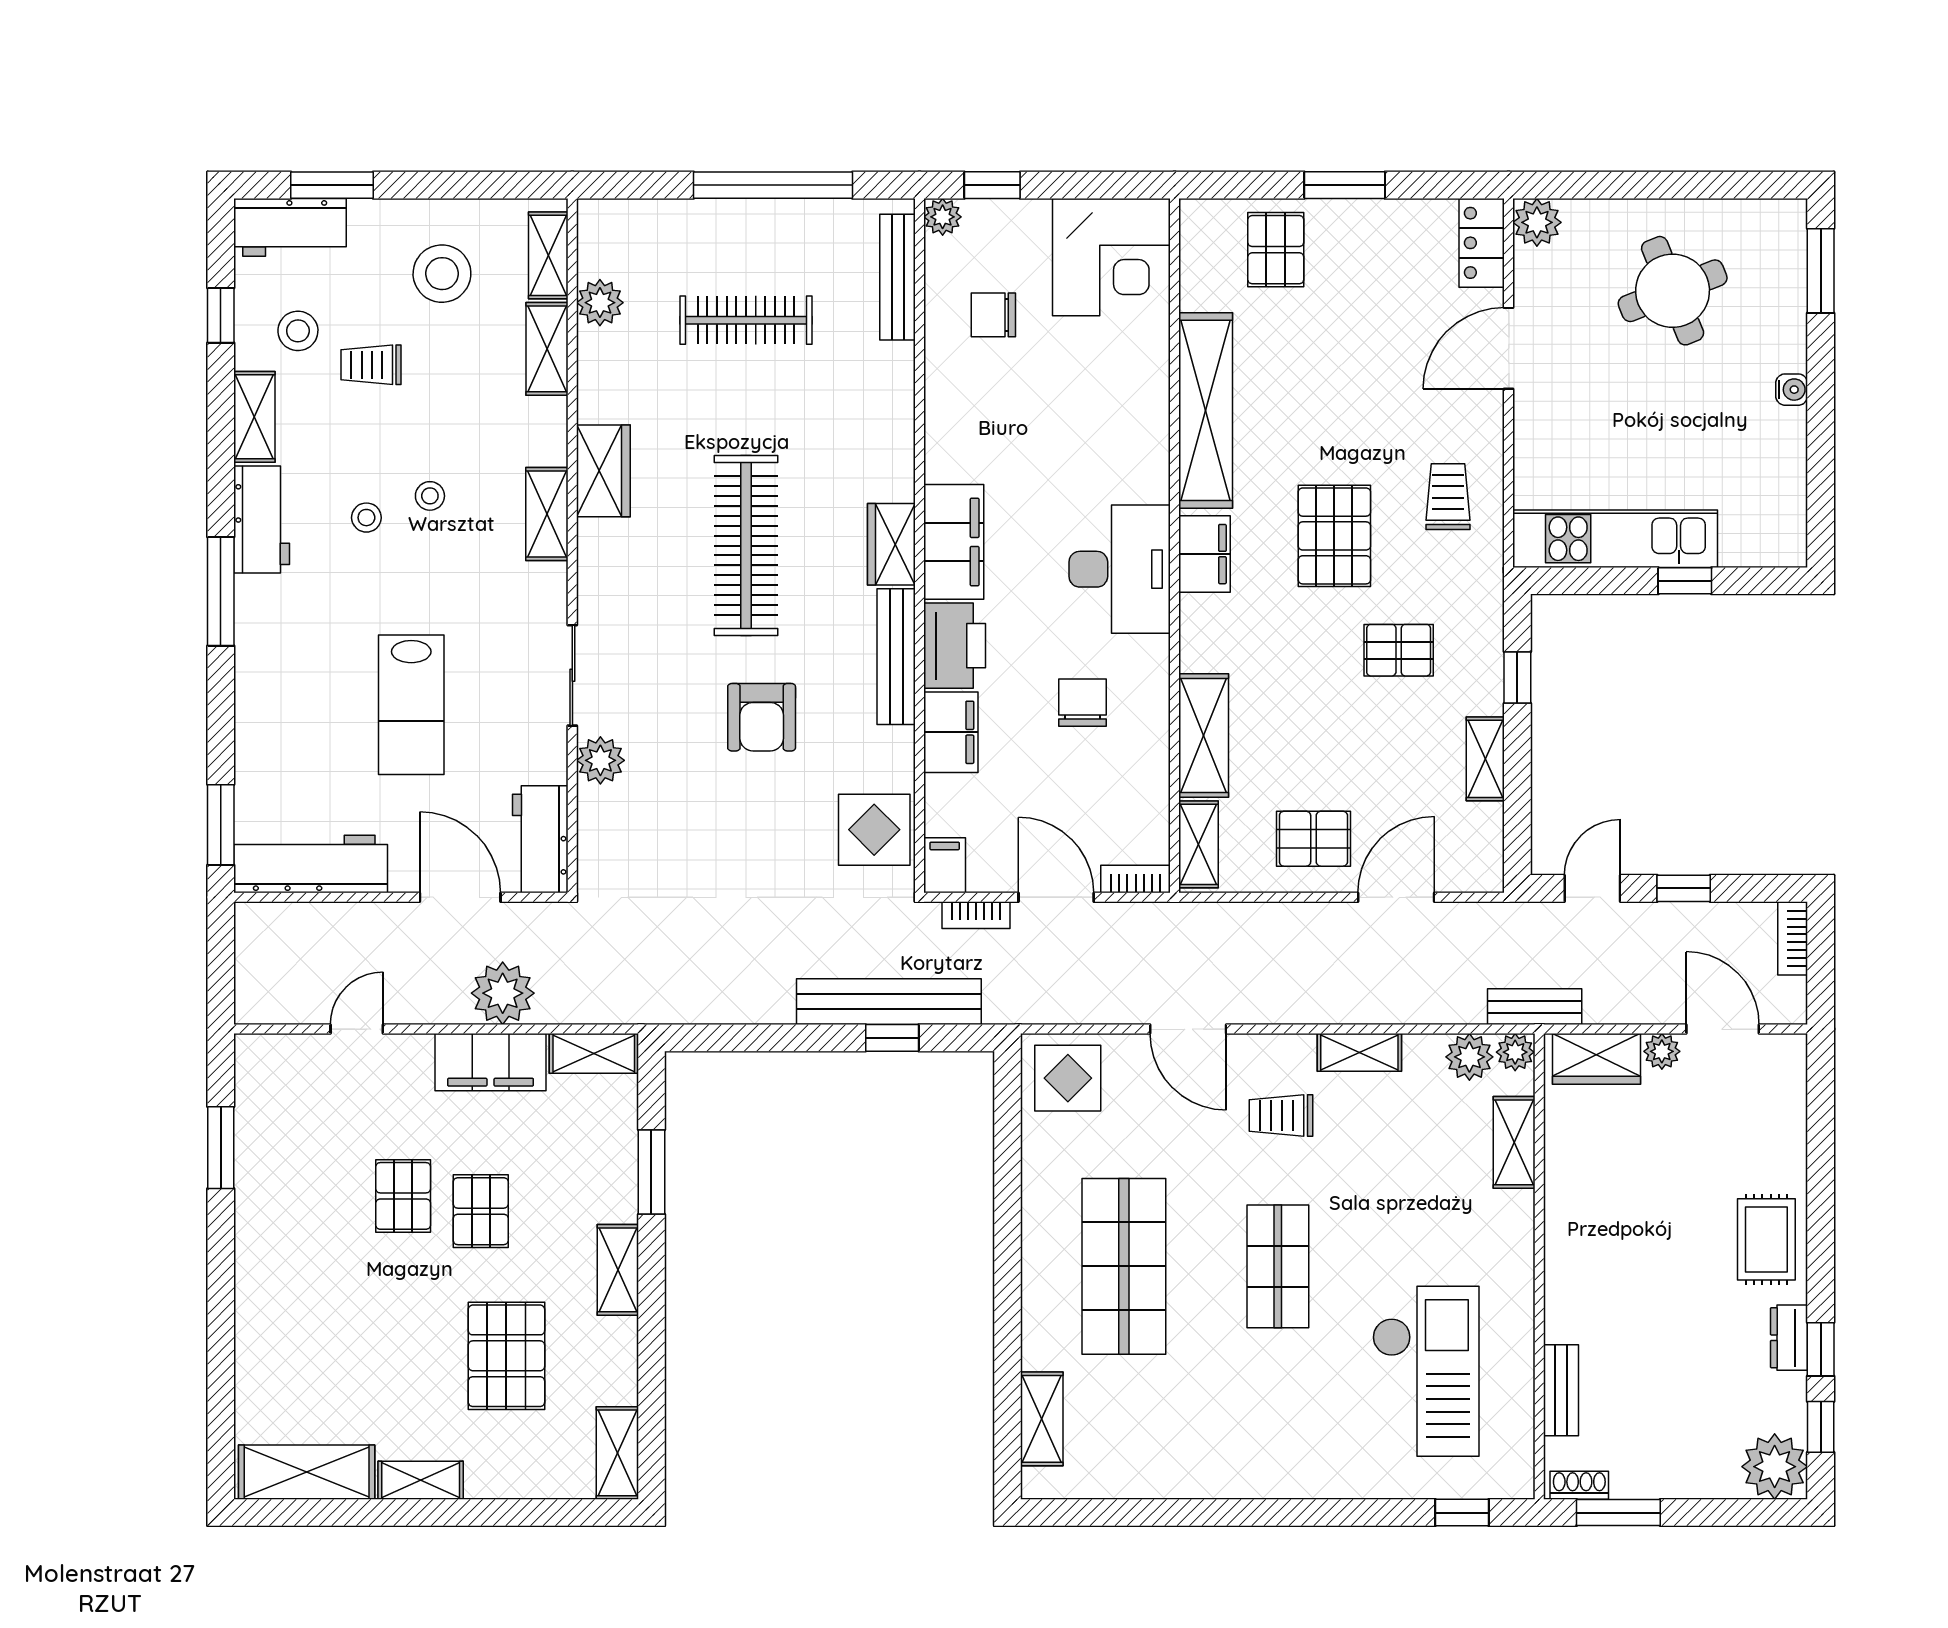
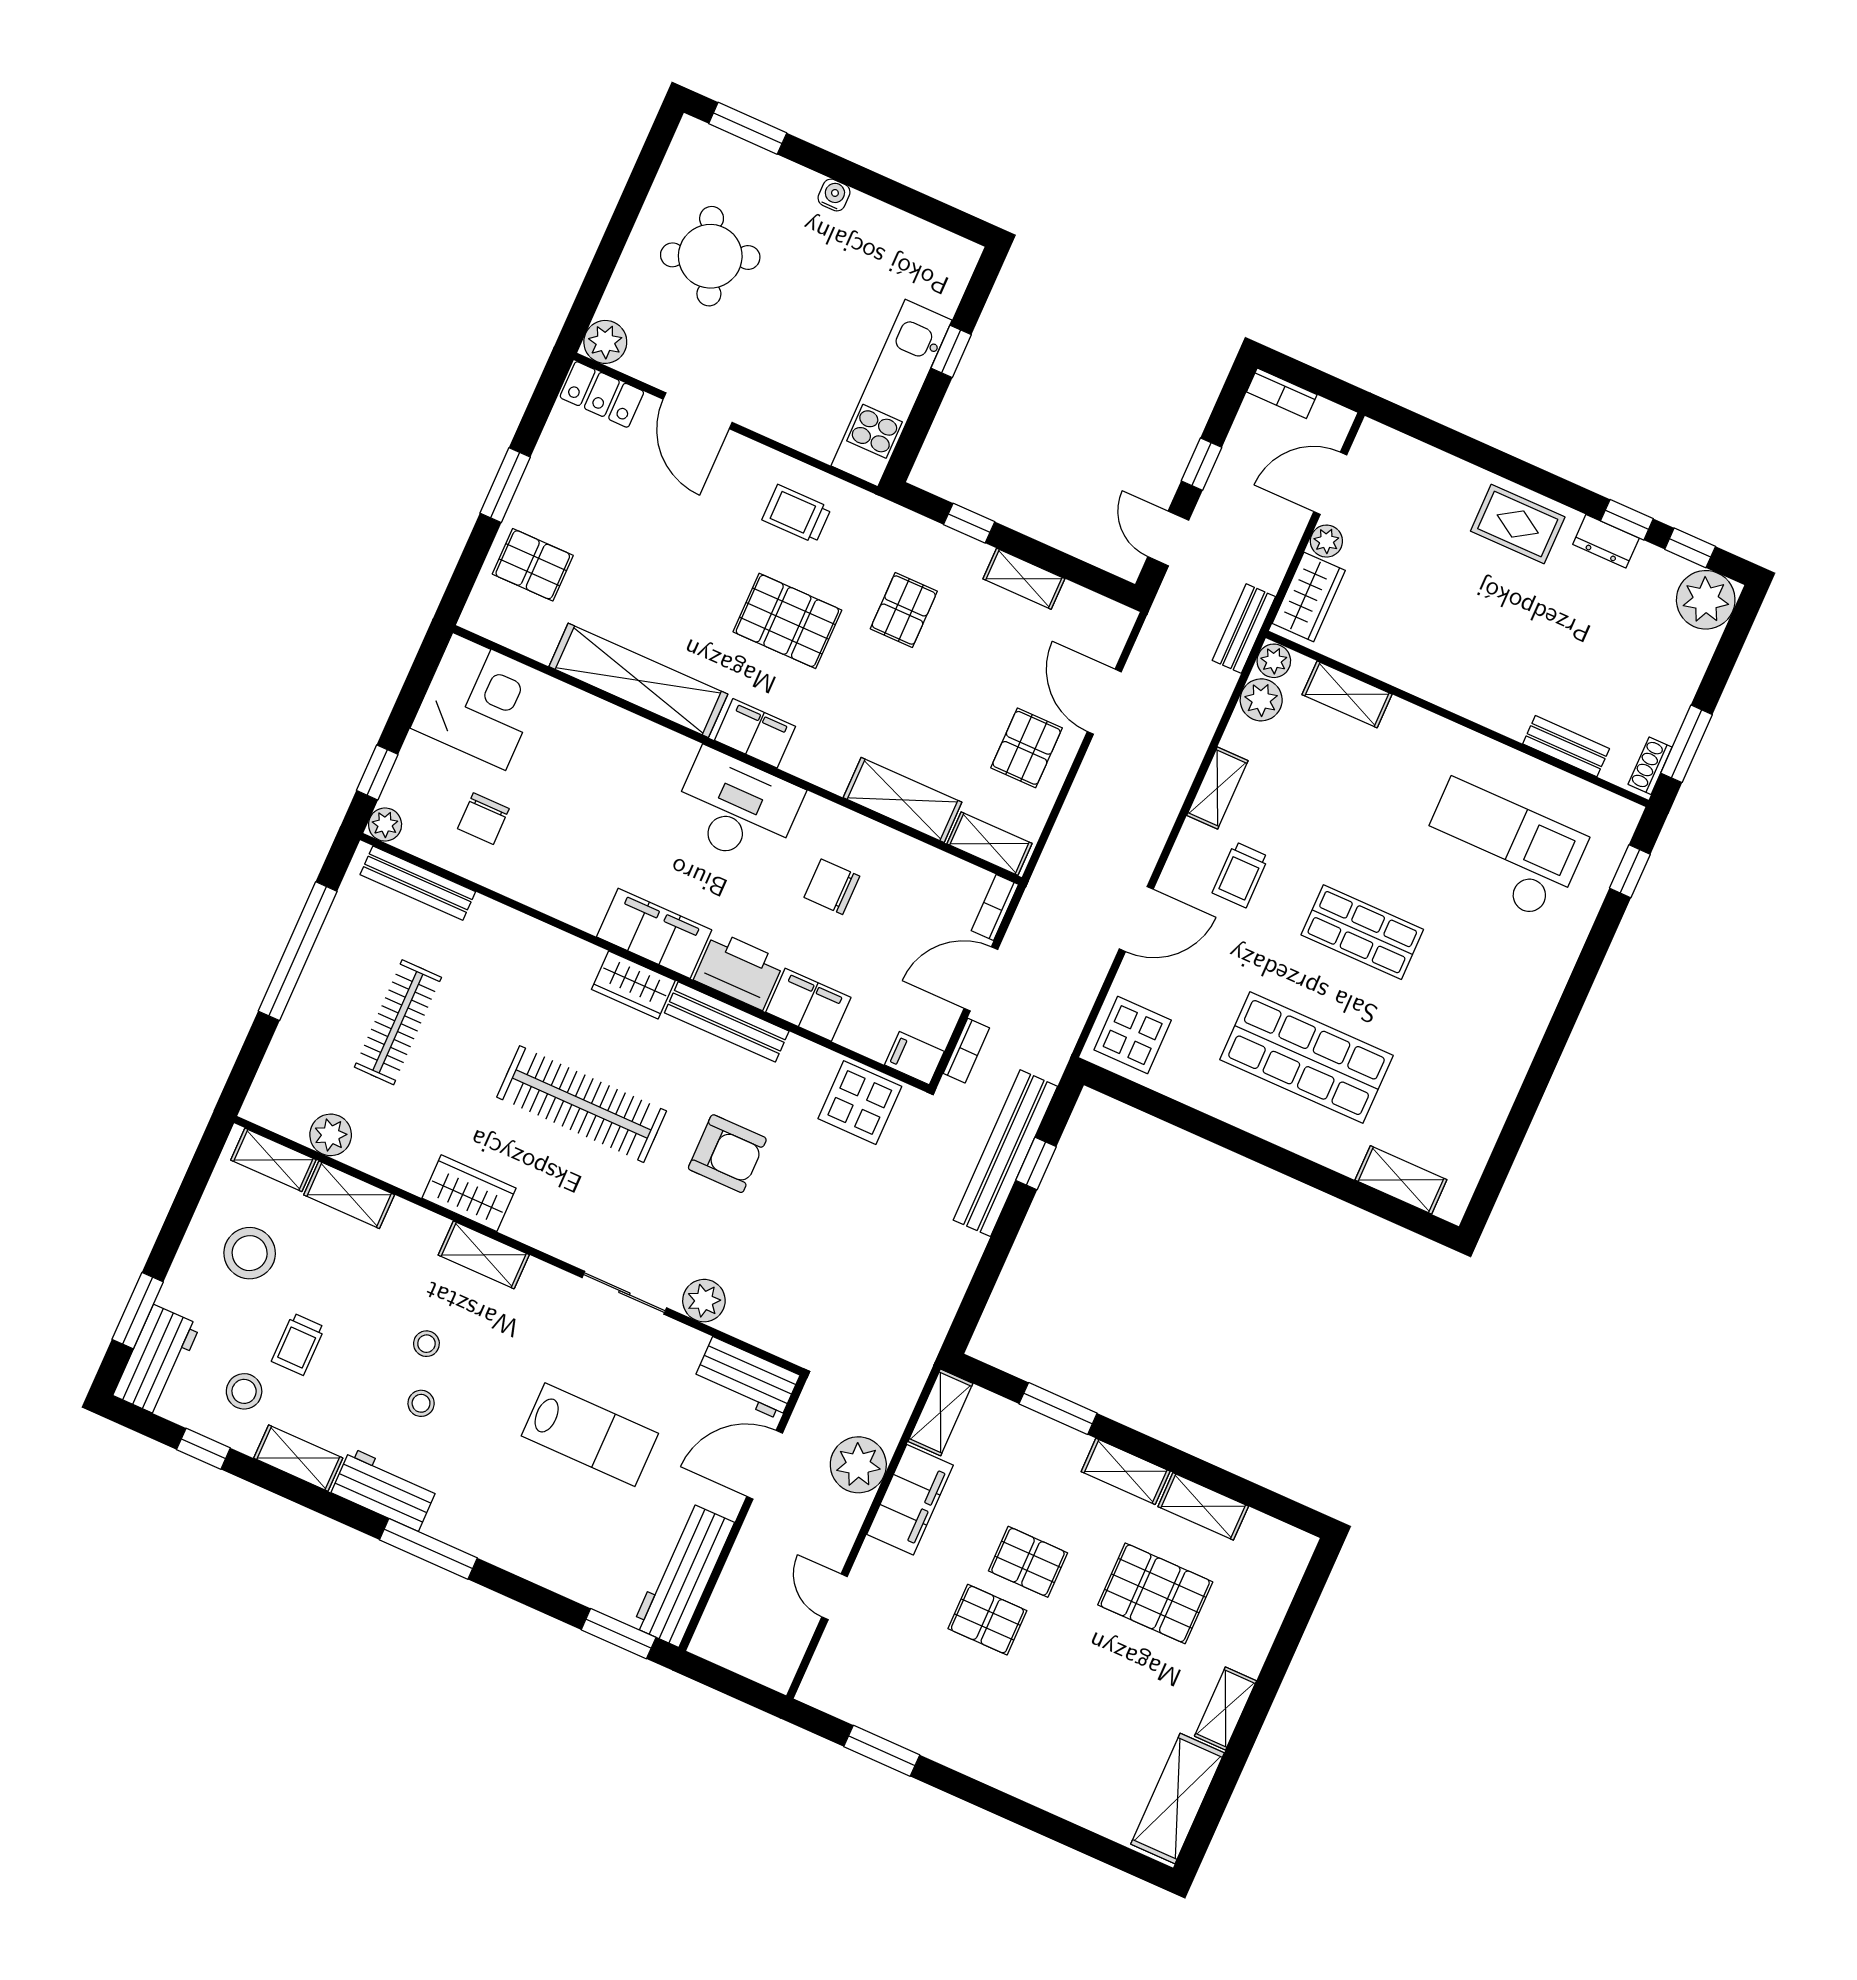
shelving: (617, 1453) -> (1203, 1506), moved

